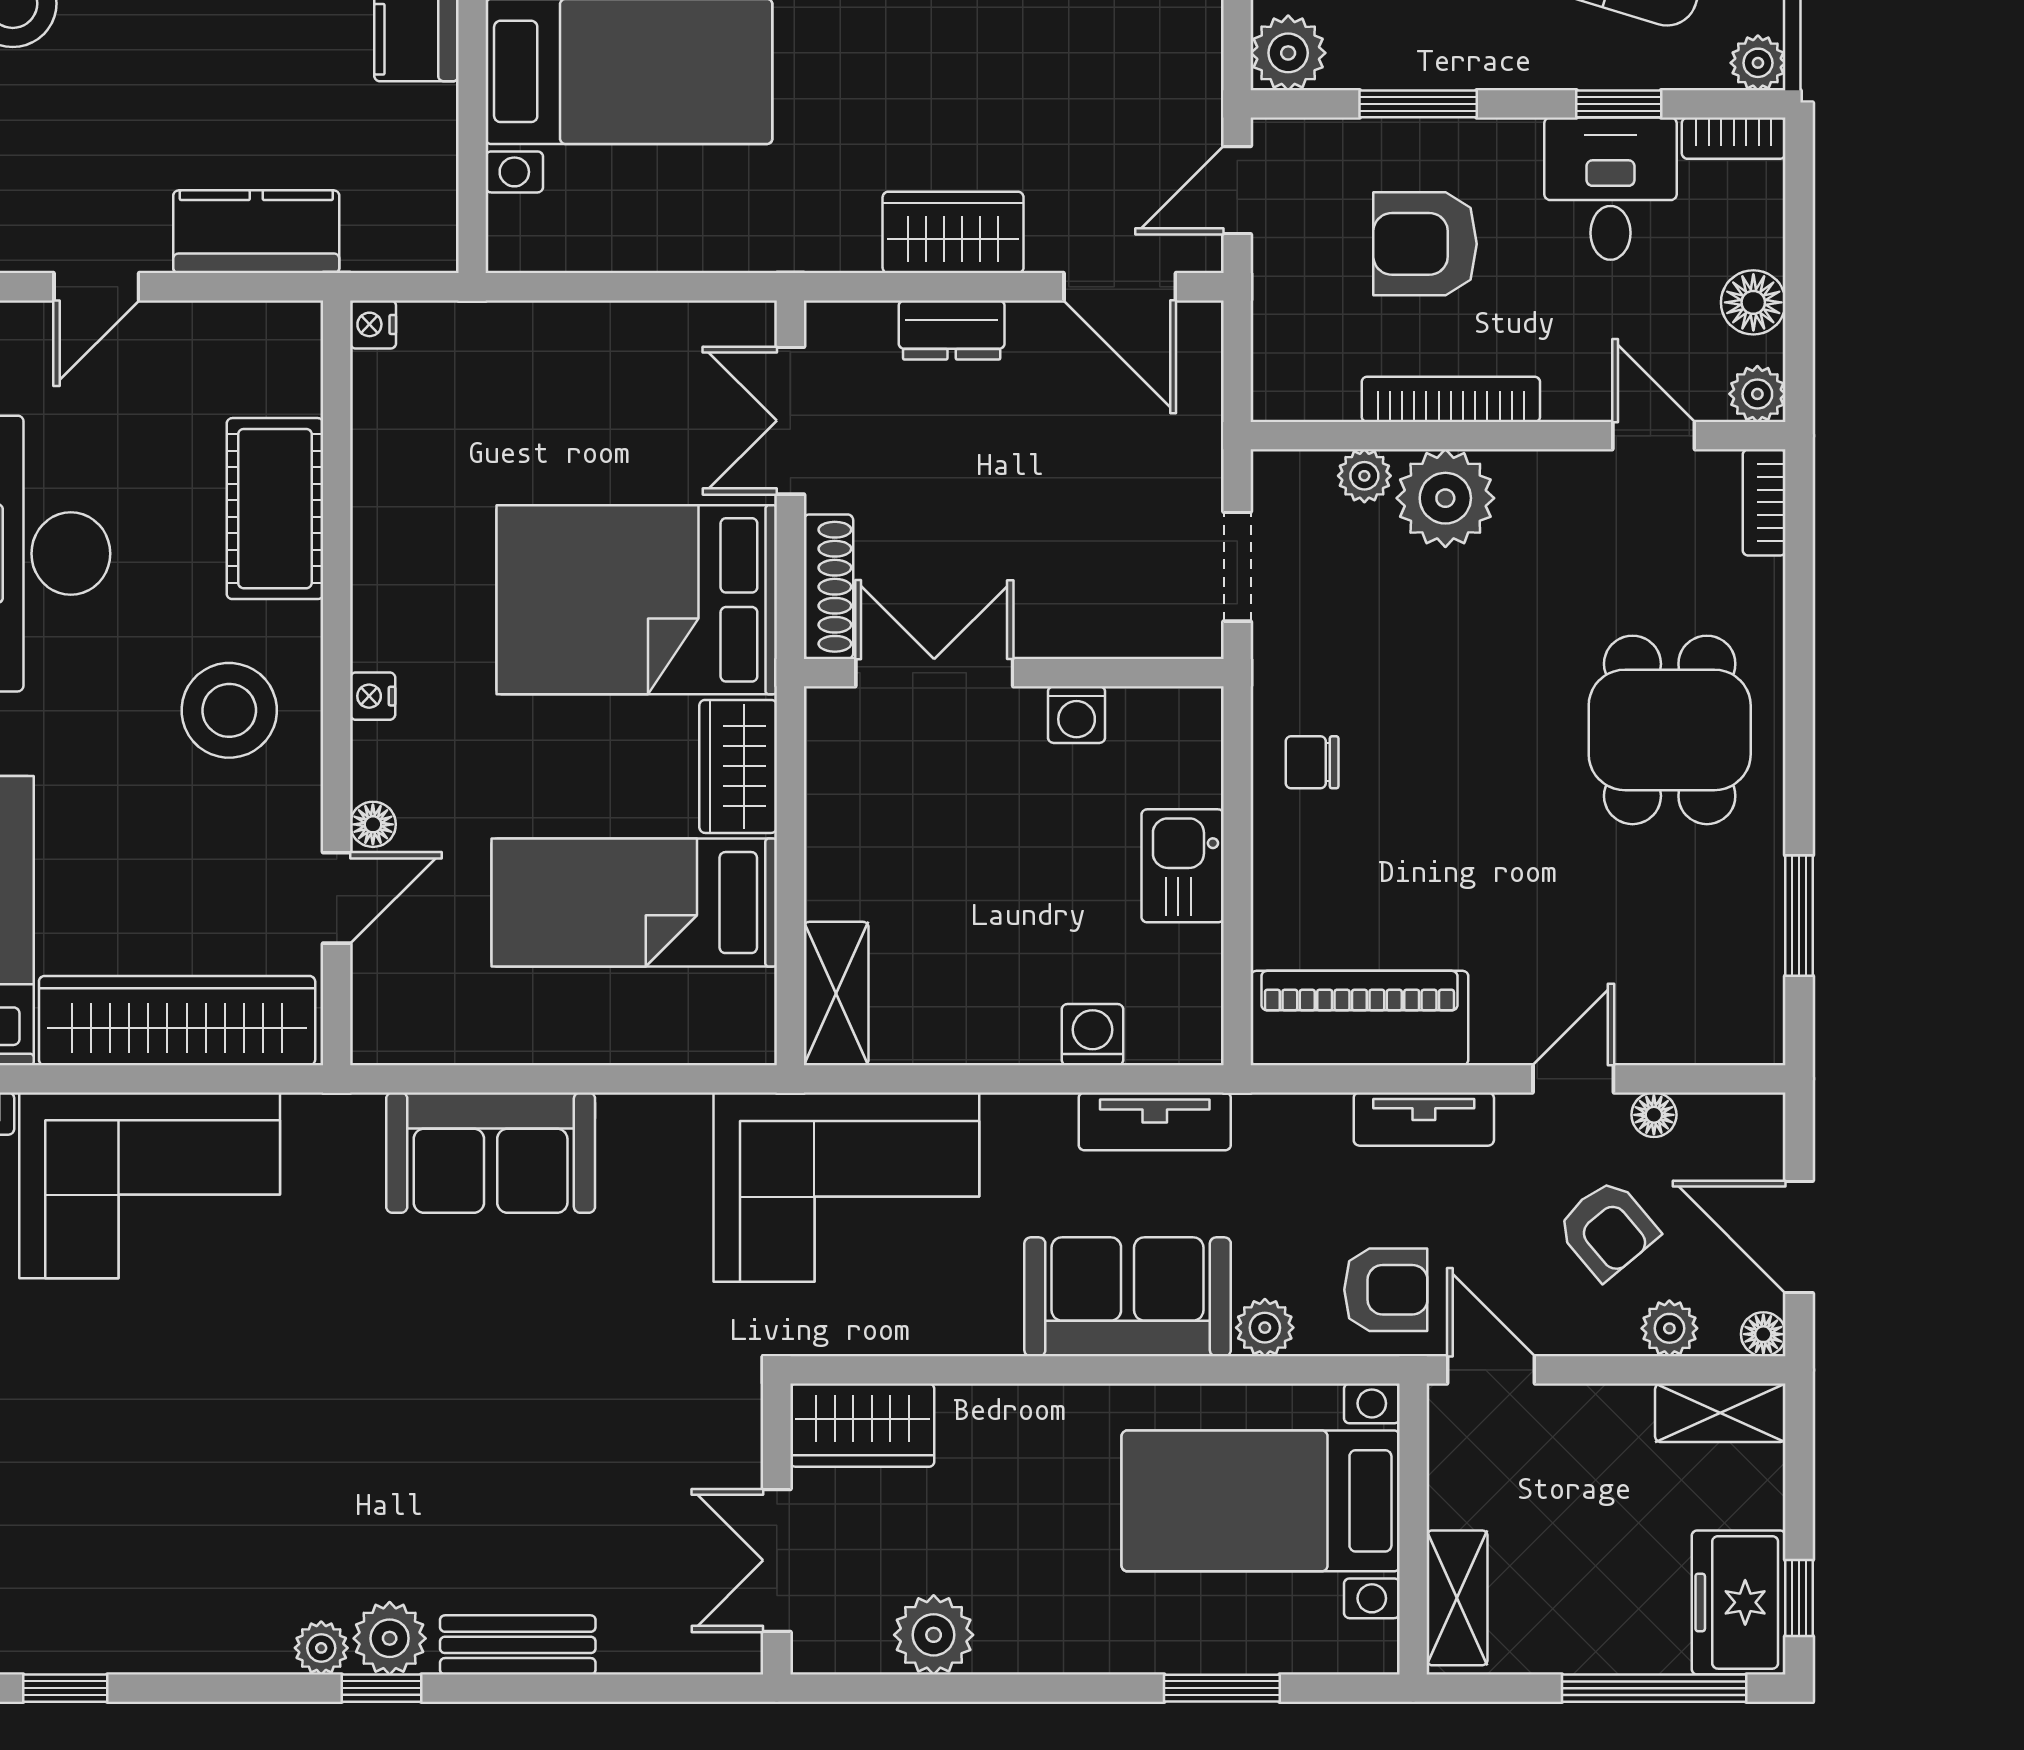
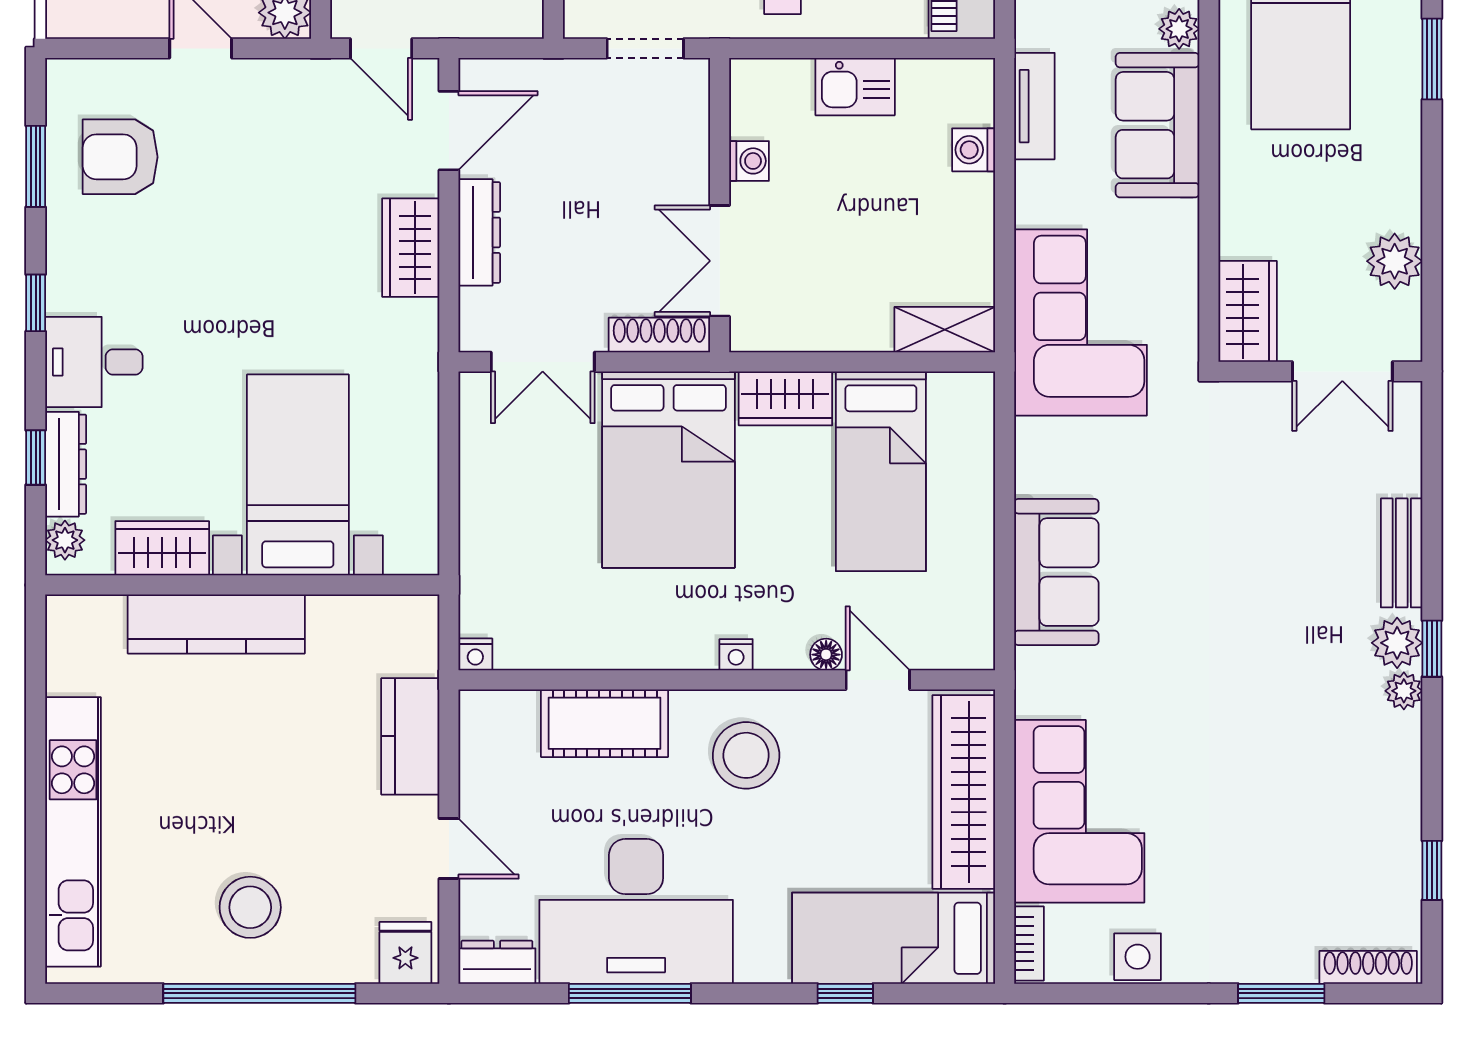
dresser: (952, 330) -> (479, 232), width x1.44

